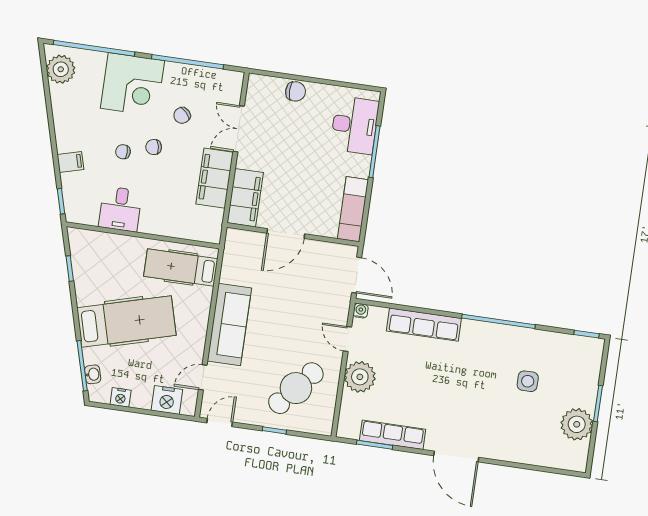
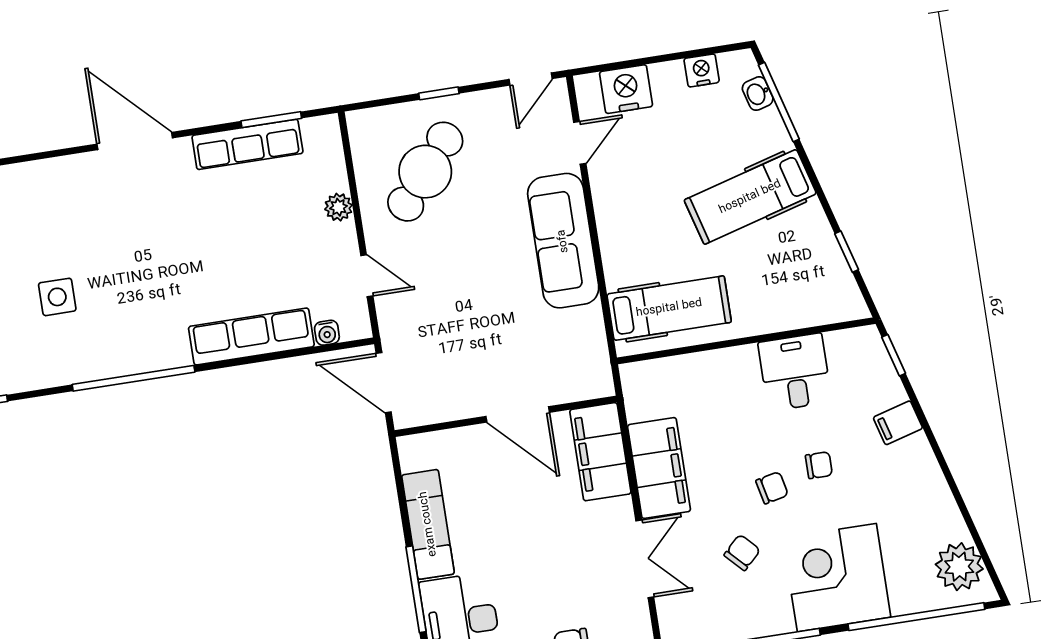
exam couch: (353, 209) -> (428, 524), moved
door: (286, 233) -> (518, 414), swing flipped
water cooler: (361, 311) -> (327, 333), moved
hospital bed: (126, 321) -> (750, 197), width x0.73, depth x0.78
plant: (360, 377) -> (338, 207), width x0.53, depth x0.53

